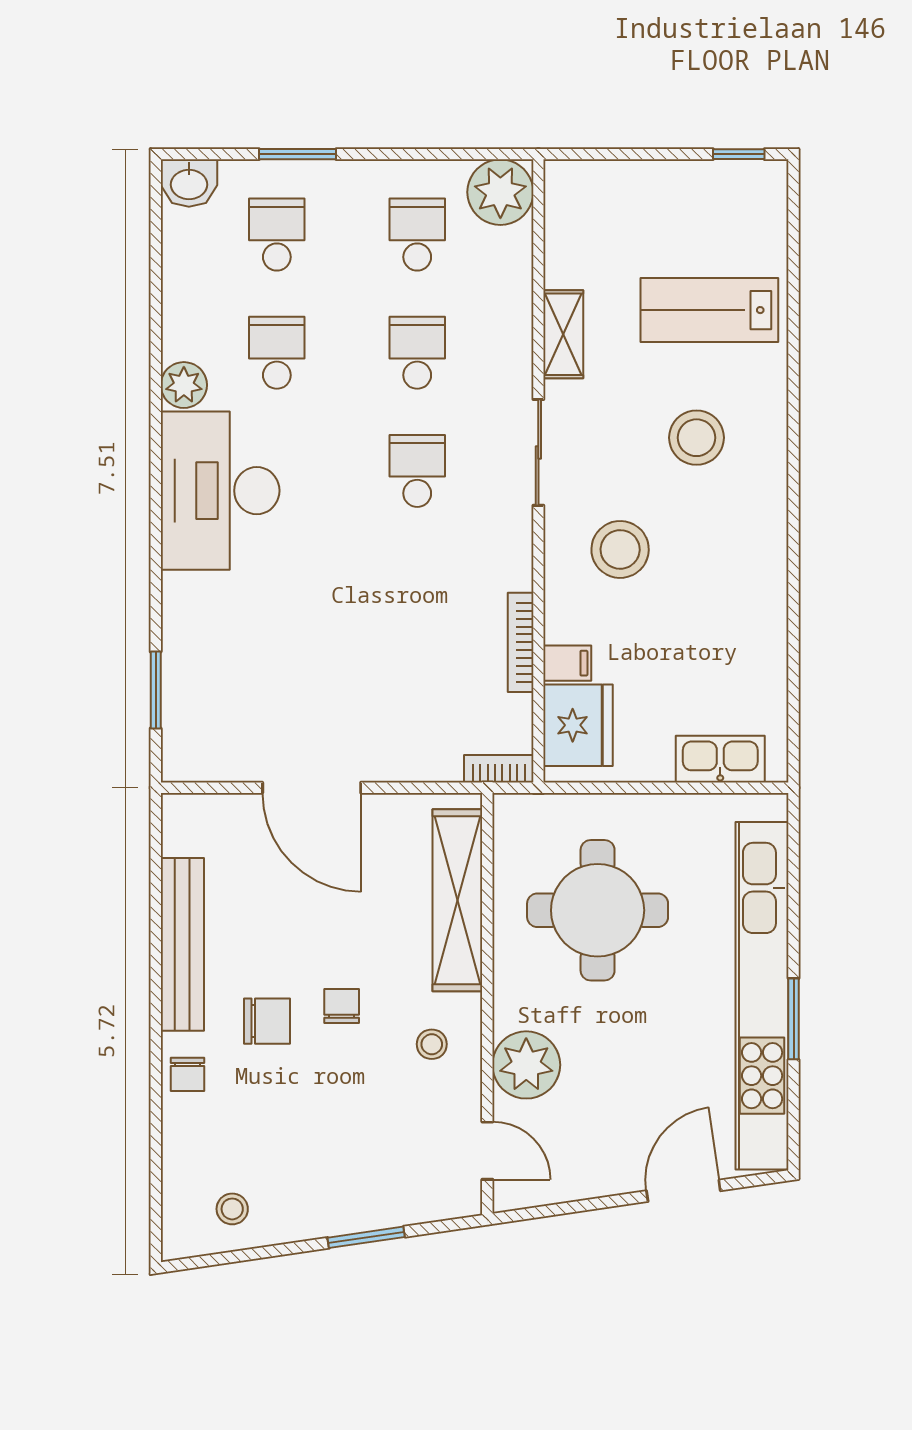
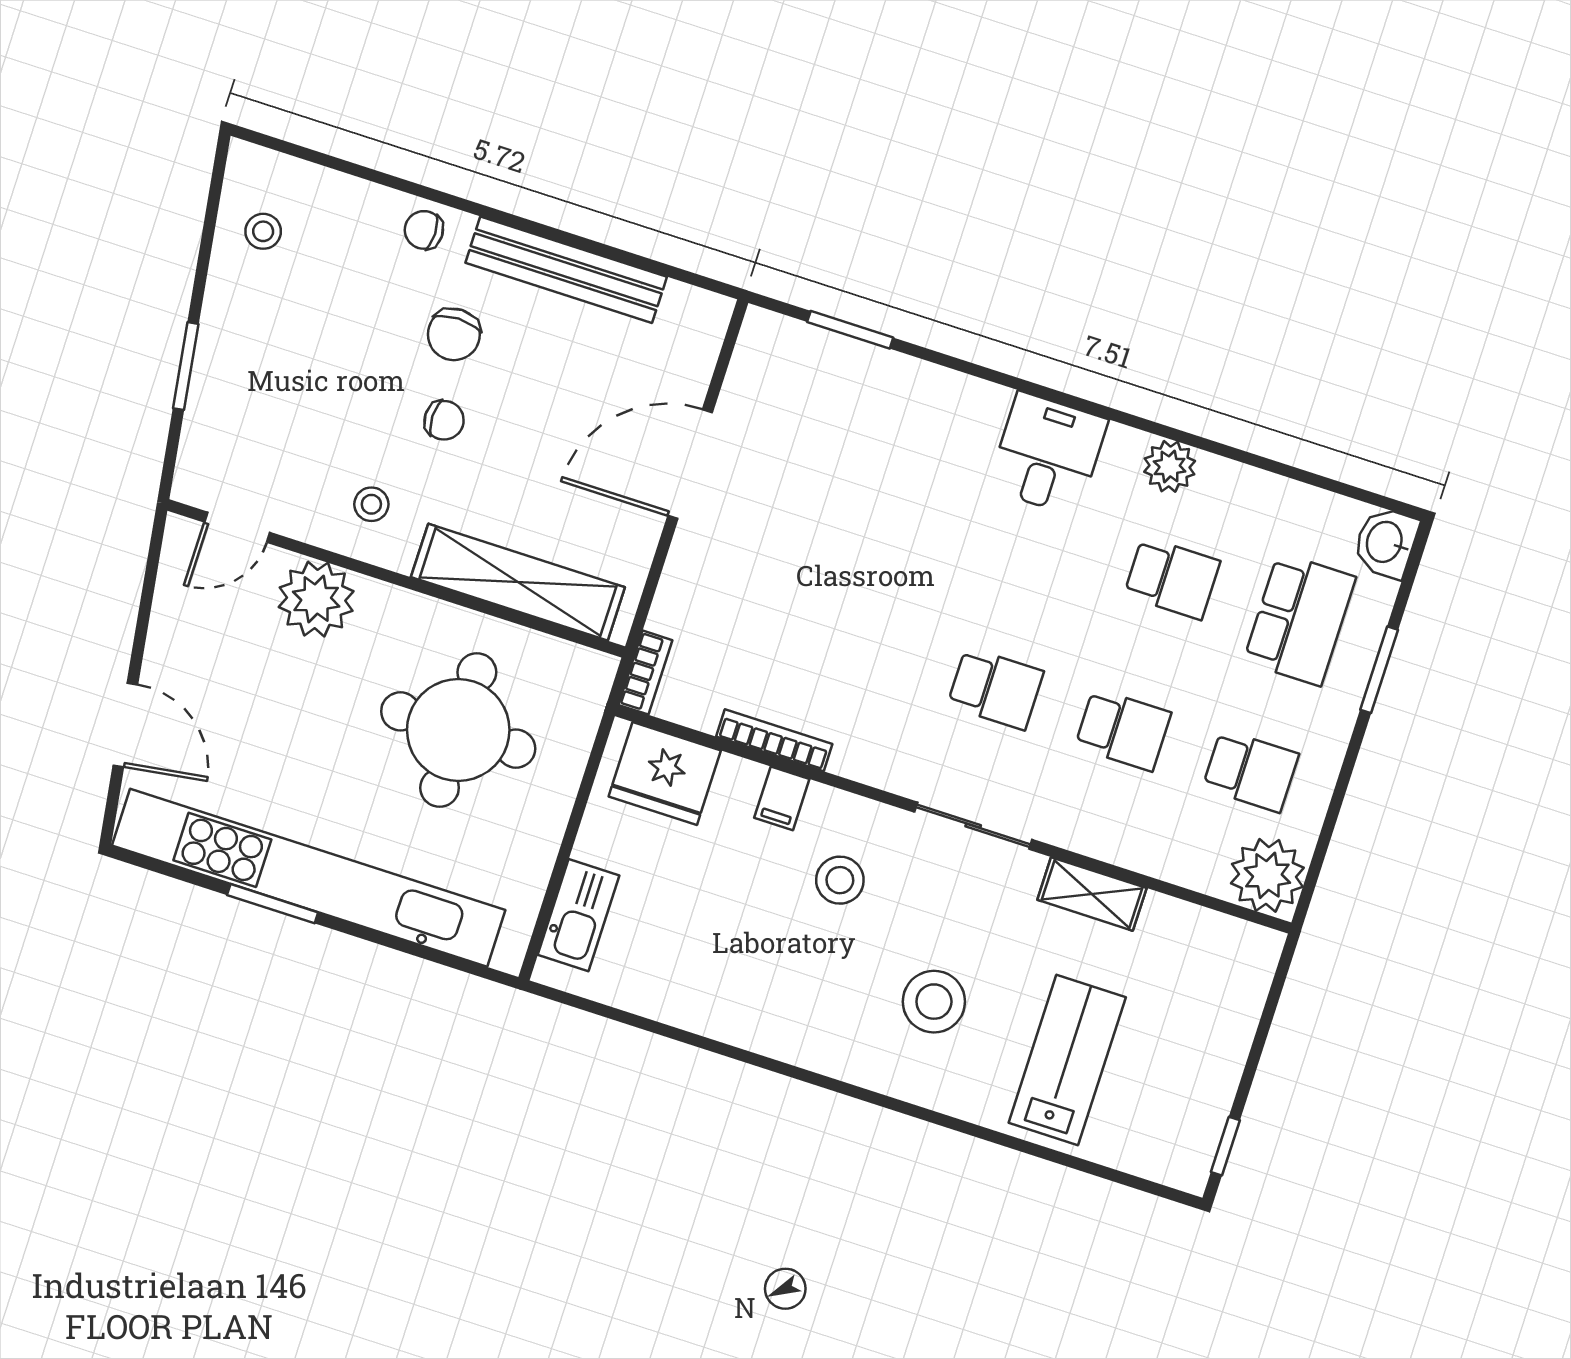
school desk: (277, 235) -> (1300, 619), width x1.85
desk: (220, 491) -> (1048, 454), width x0.53, depth x0.77
stool: (620, 549) -> (840, 880), width x0.73, depth x0.73
filing cabinet: (567, 663) -> (782, 798), moved

